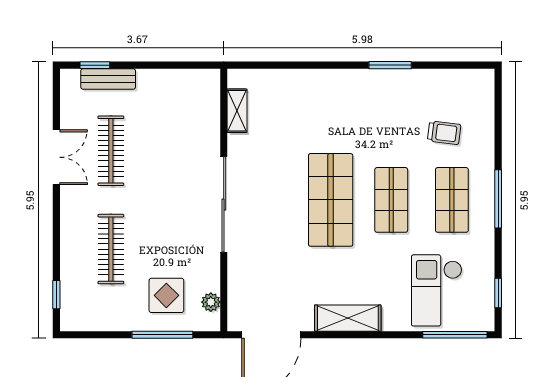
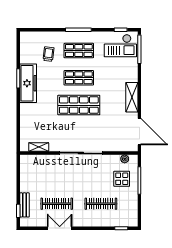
freezer: (379, 87) -> (28, 83), added
checkout: (437, 290) -> (120, 46), moved

